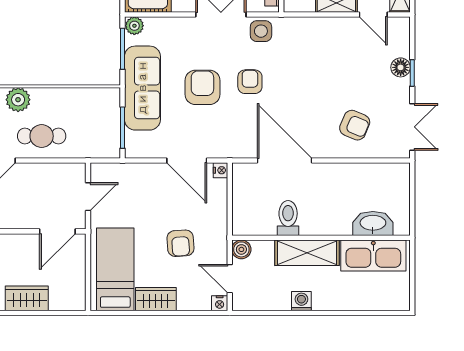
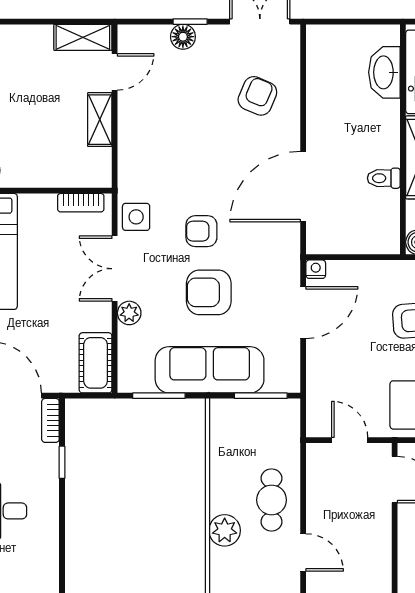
plant: (134, 26) -> (129, 313), moved
toilet: (288, 218) -> (384, 178), width x0.73, depth x0.72

